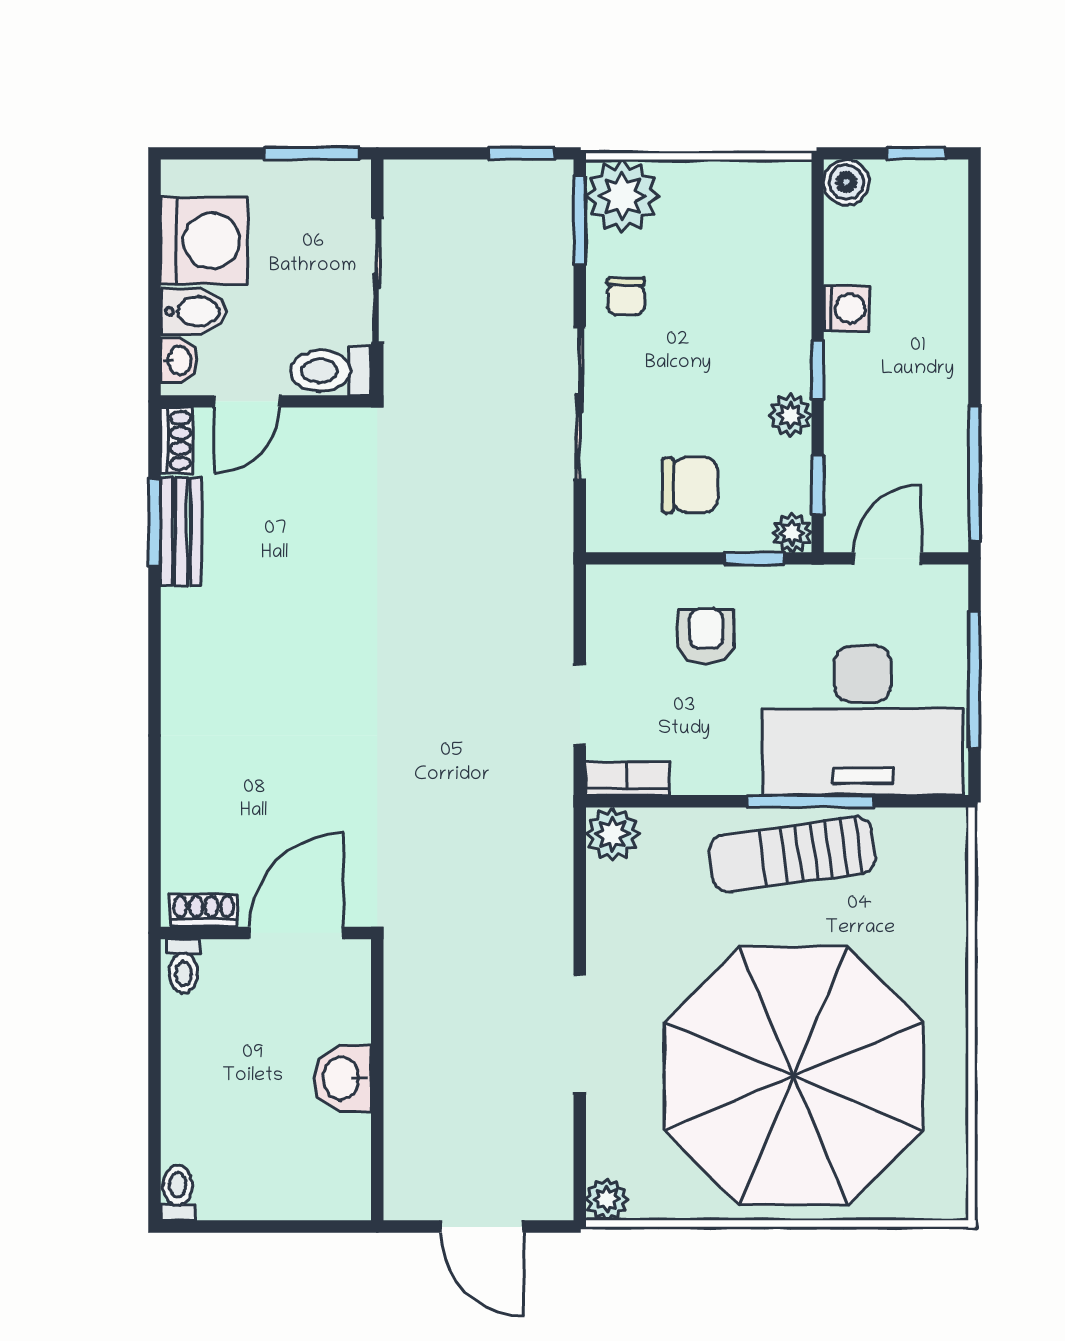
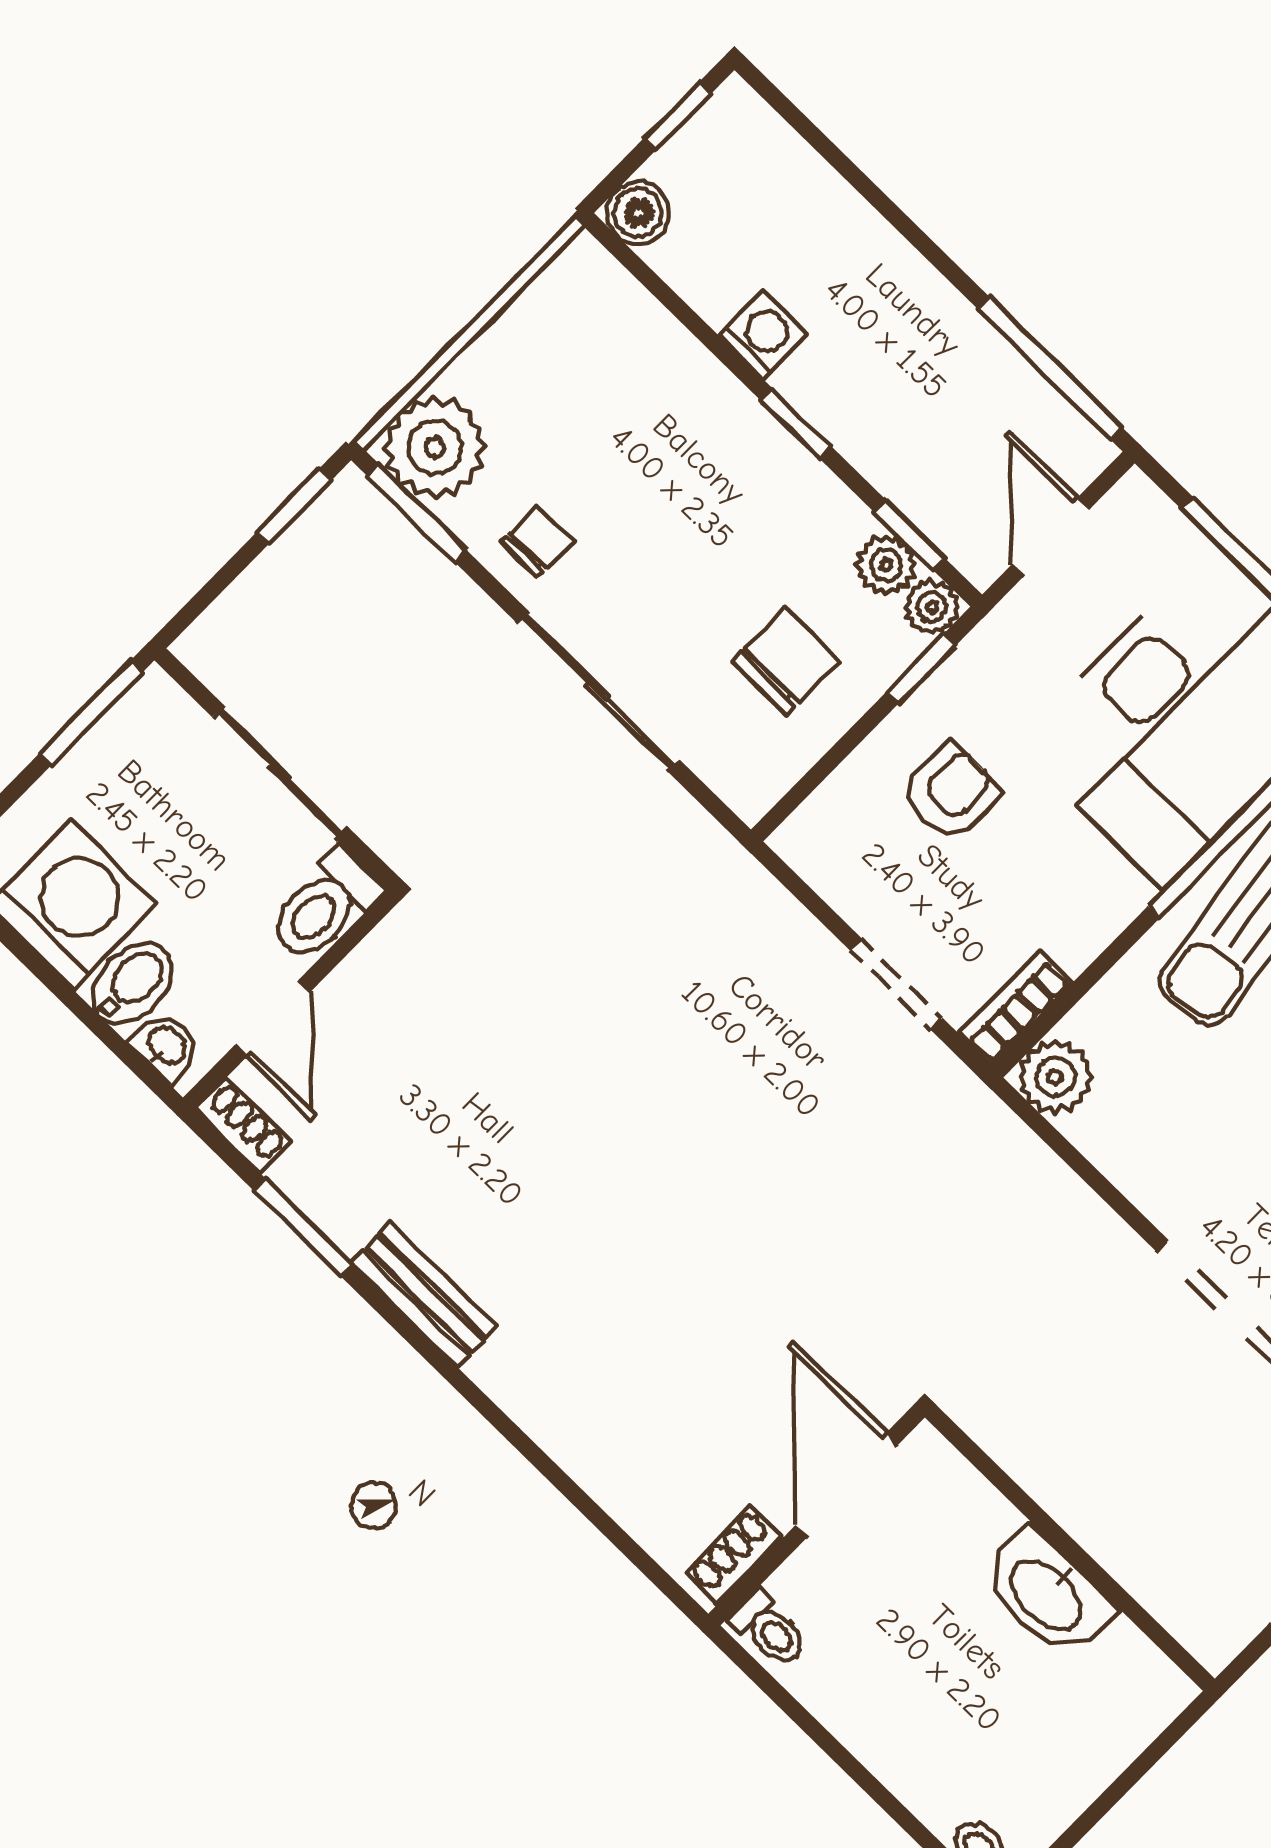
chair: (626, 296) -> (537, 542), turned -90
plant: (790, 415) -> (886, 565), moved
bench: (181, 532) -> (424, 1294), moved
armchair: (706, 636) -> (951, 792), turned 90
washbasin: (343, 1078) -> (1048, 1594), width x1.38

